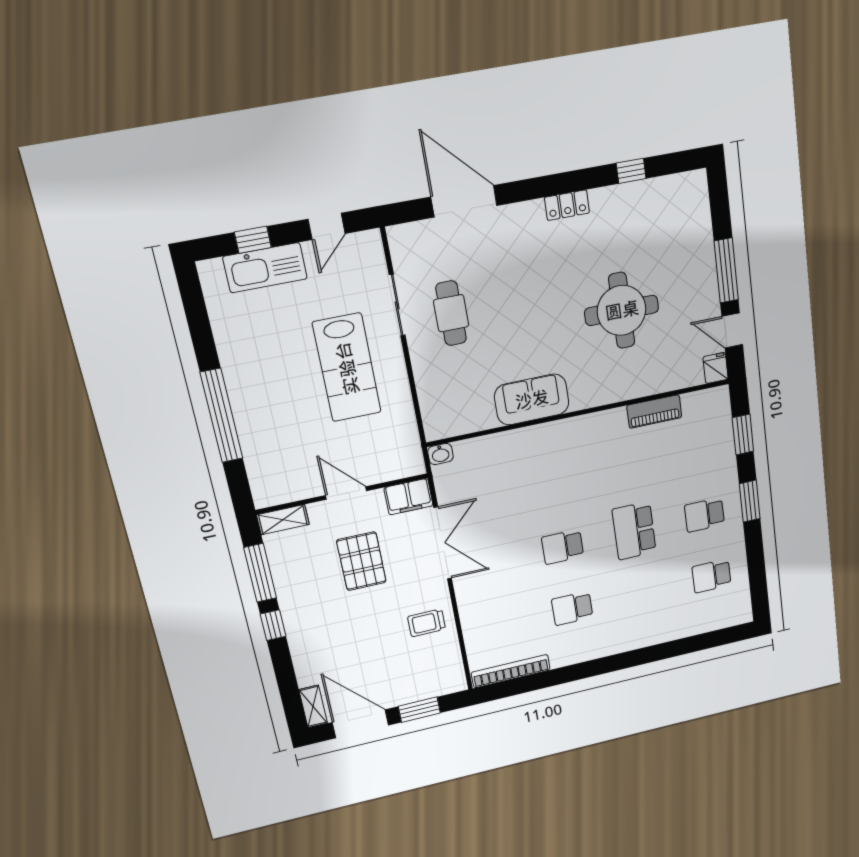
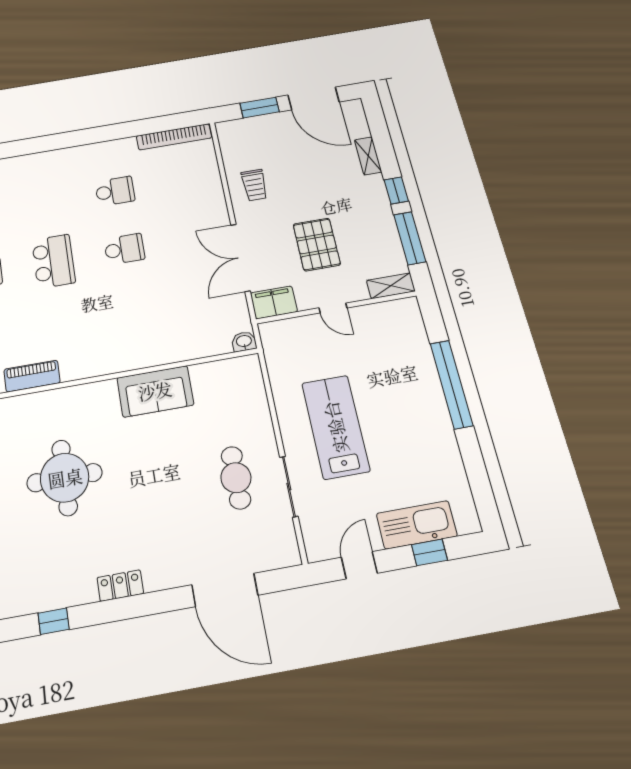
door: (346, 493) -> (333, 308), width x0.73
trolley: (427, 623) -> (254, 185), turned 90
shelving: (313, 706) -> (368, 156), moved

